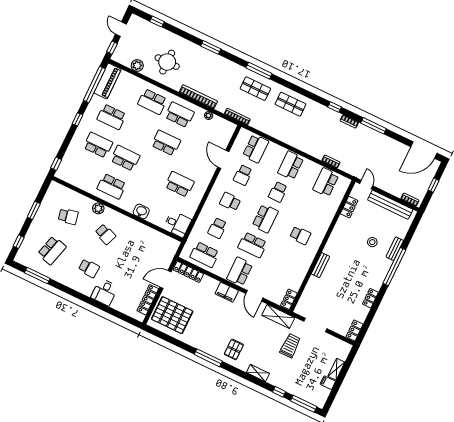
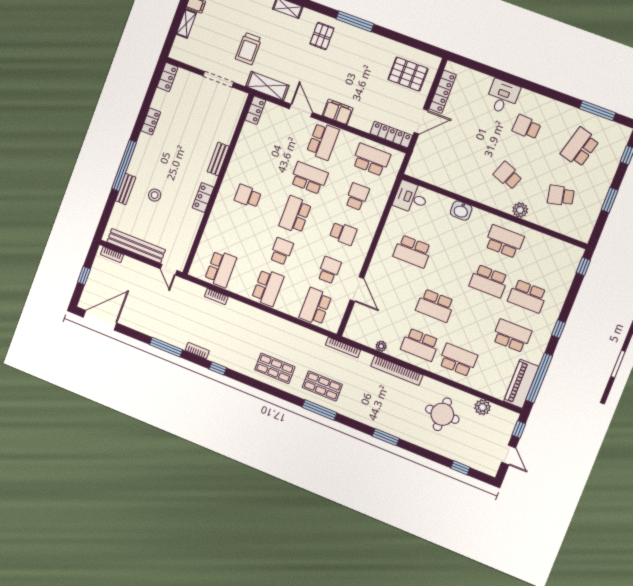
locker: (349, 207) -> (203, 198), moved
pallet: (172, 315) -> (408, 74), width x0.73, depth x0.71

